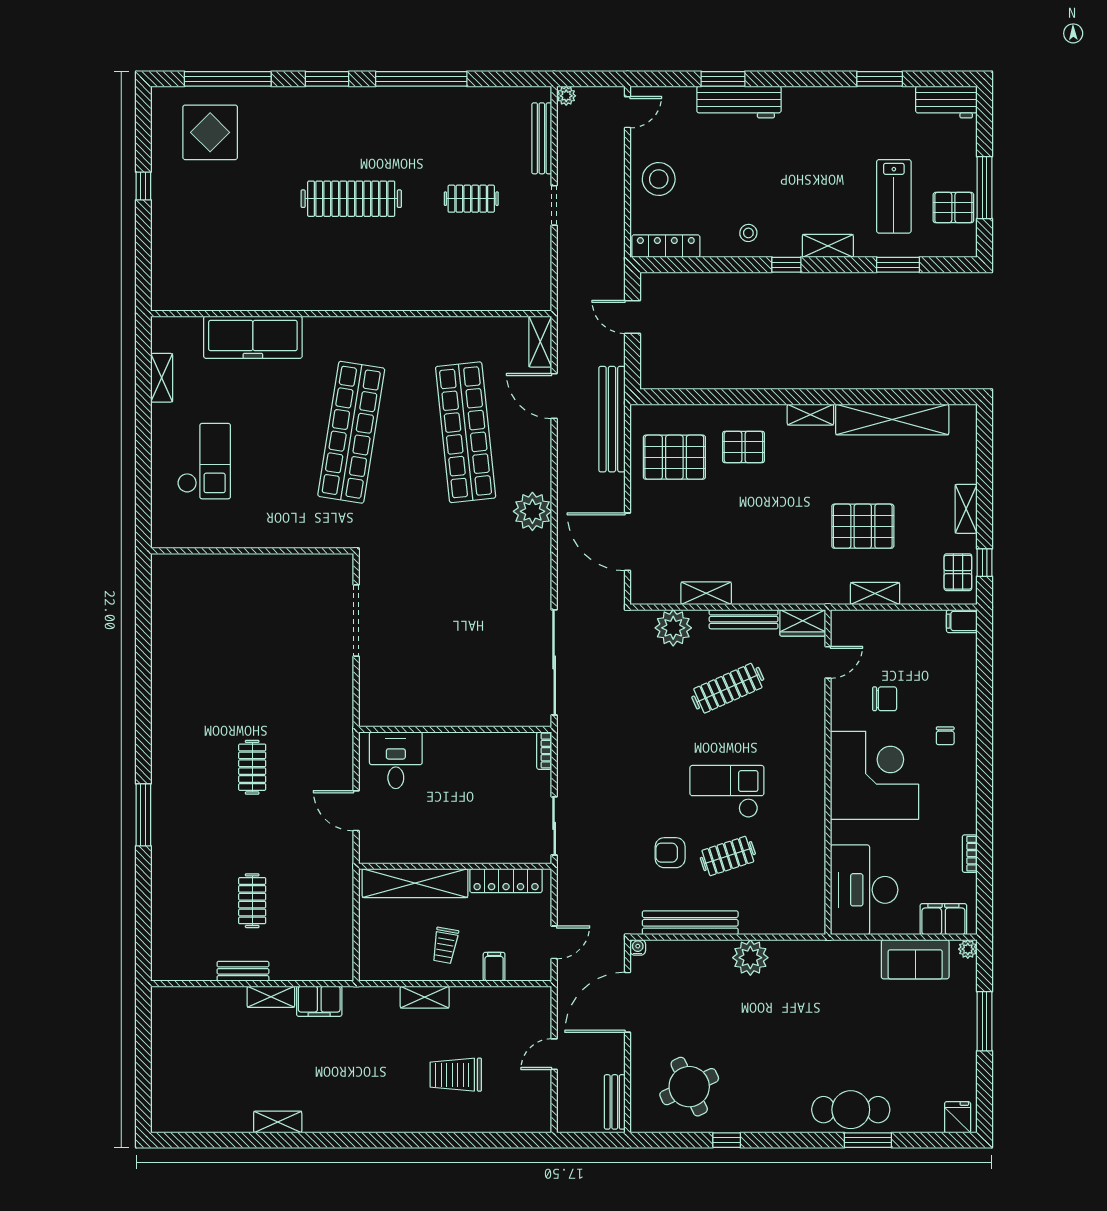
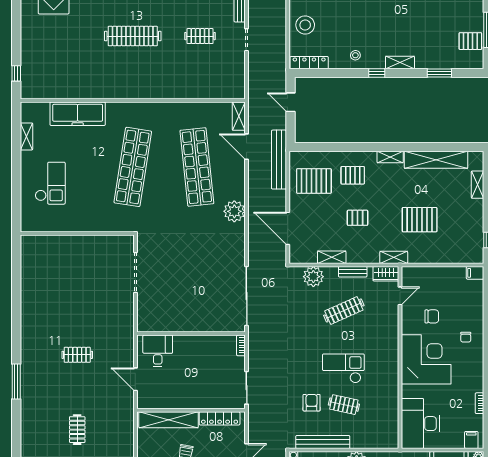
window: (143, 186) -> (16, 73), moved
lab bench: (894, 196) -> (437, 35), removed
shelving: (966, 509) -> (478, 185), moved
pallet: (958, 572) -> (358, 218), moved, turned 90
shelving: (875, 594) -> (394, 257), moved
bench: (744, 619) -> (353, 272), width x0.73
clothes rail: (252, 767) -> (77, 355), turned 90
armchair: (670, 853) -> (312, 403), turned 90
clothes rail: (728, 856) -> (344, 405), turned 30
filing cabinet: (943, 919) -> (471, 440), width x0.50

